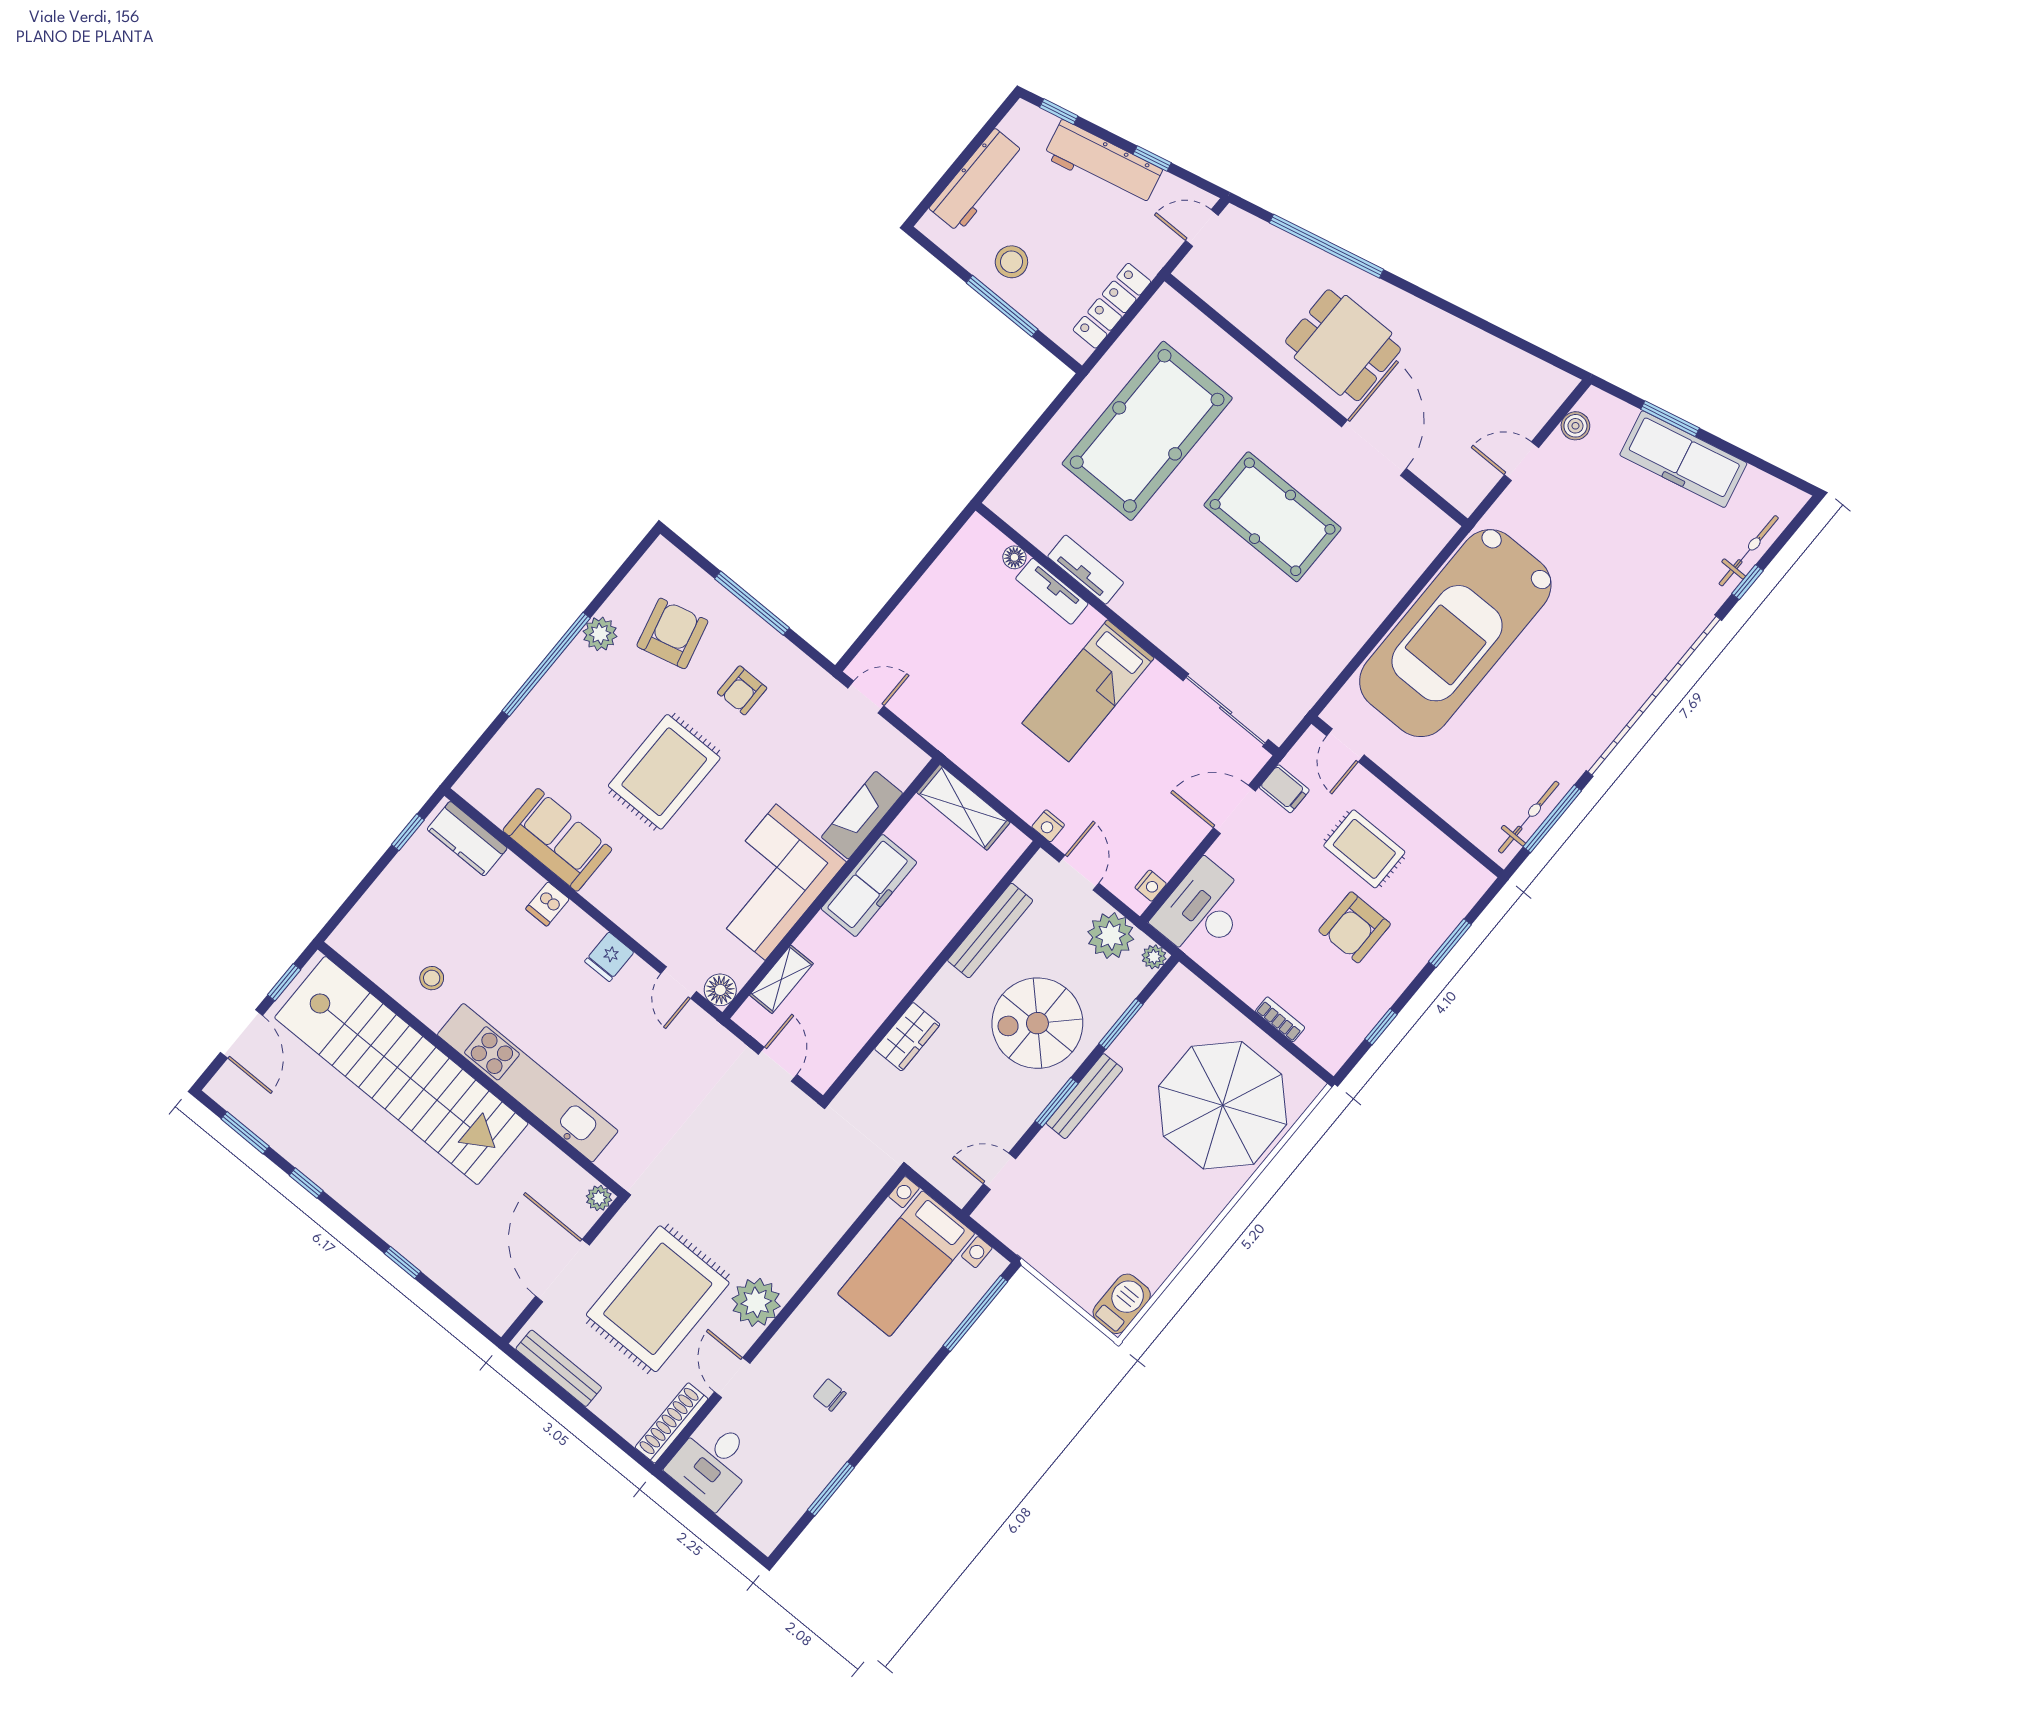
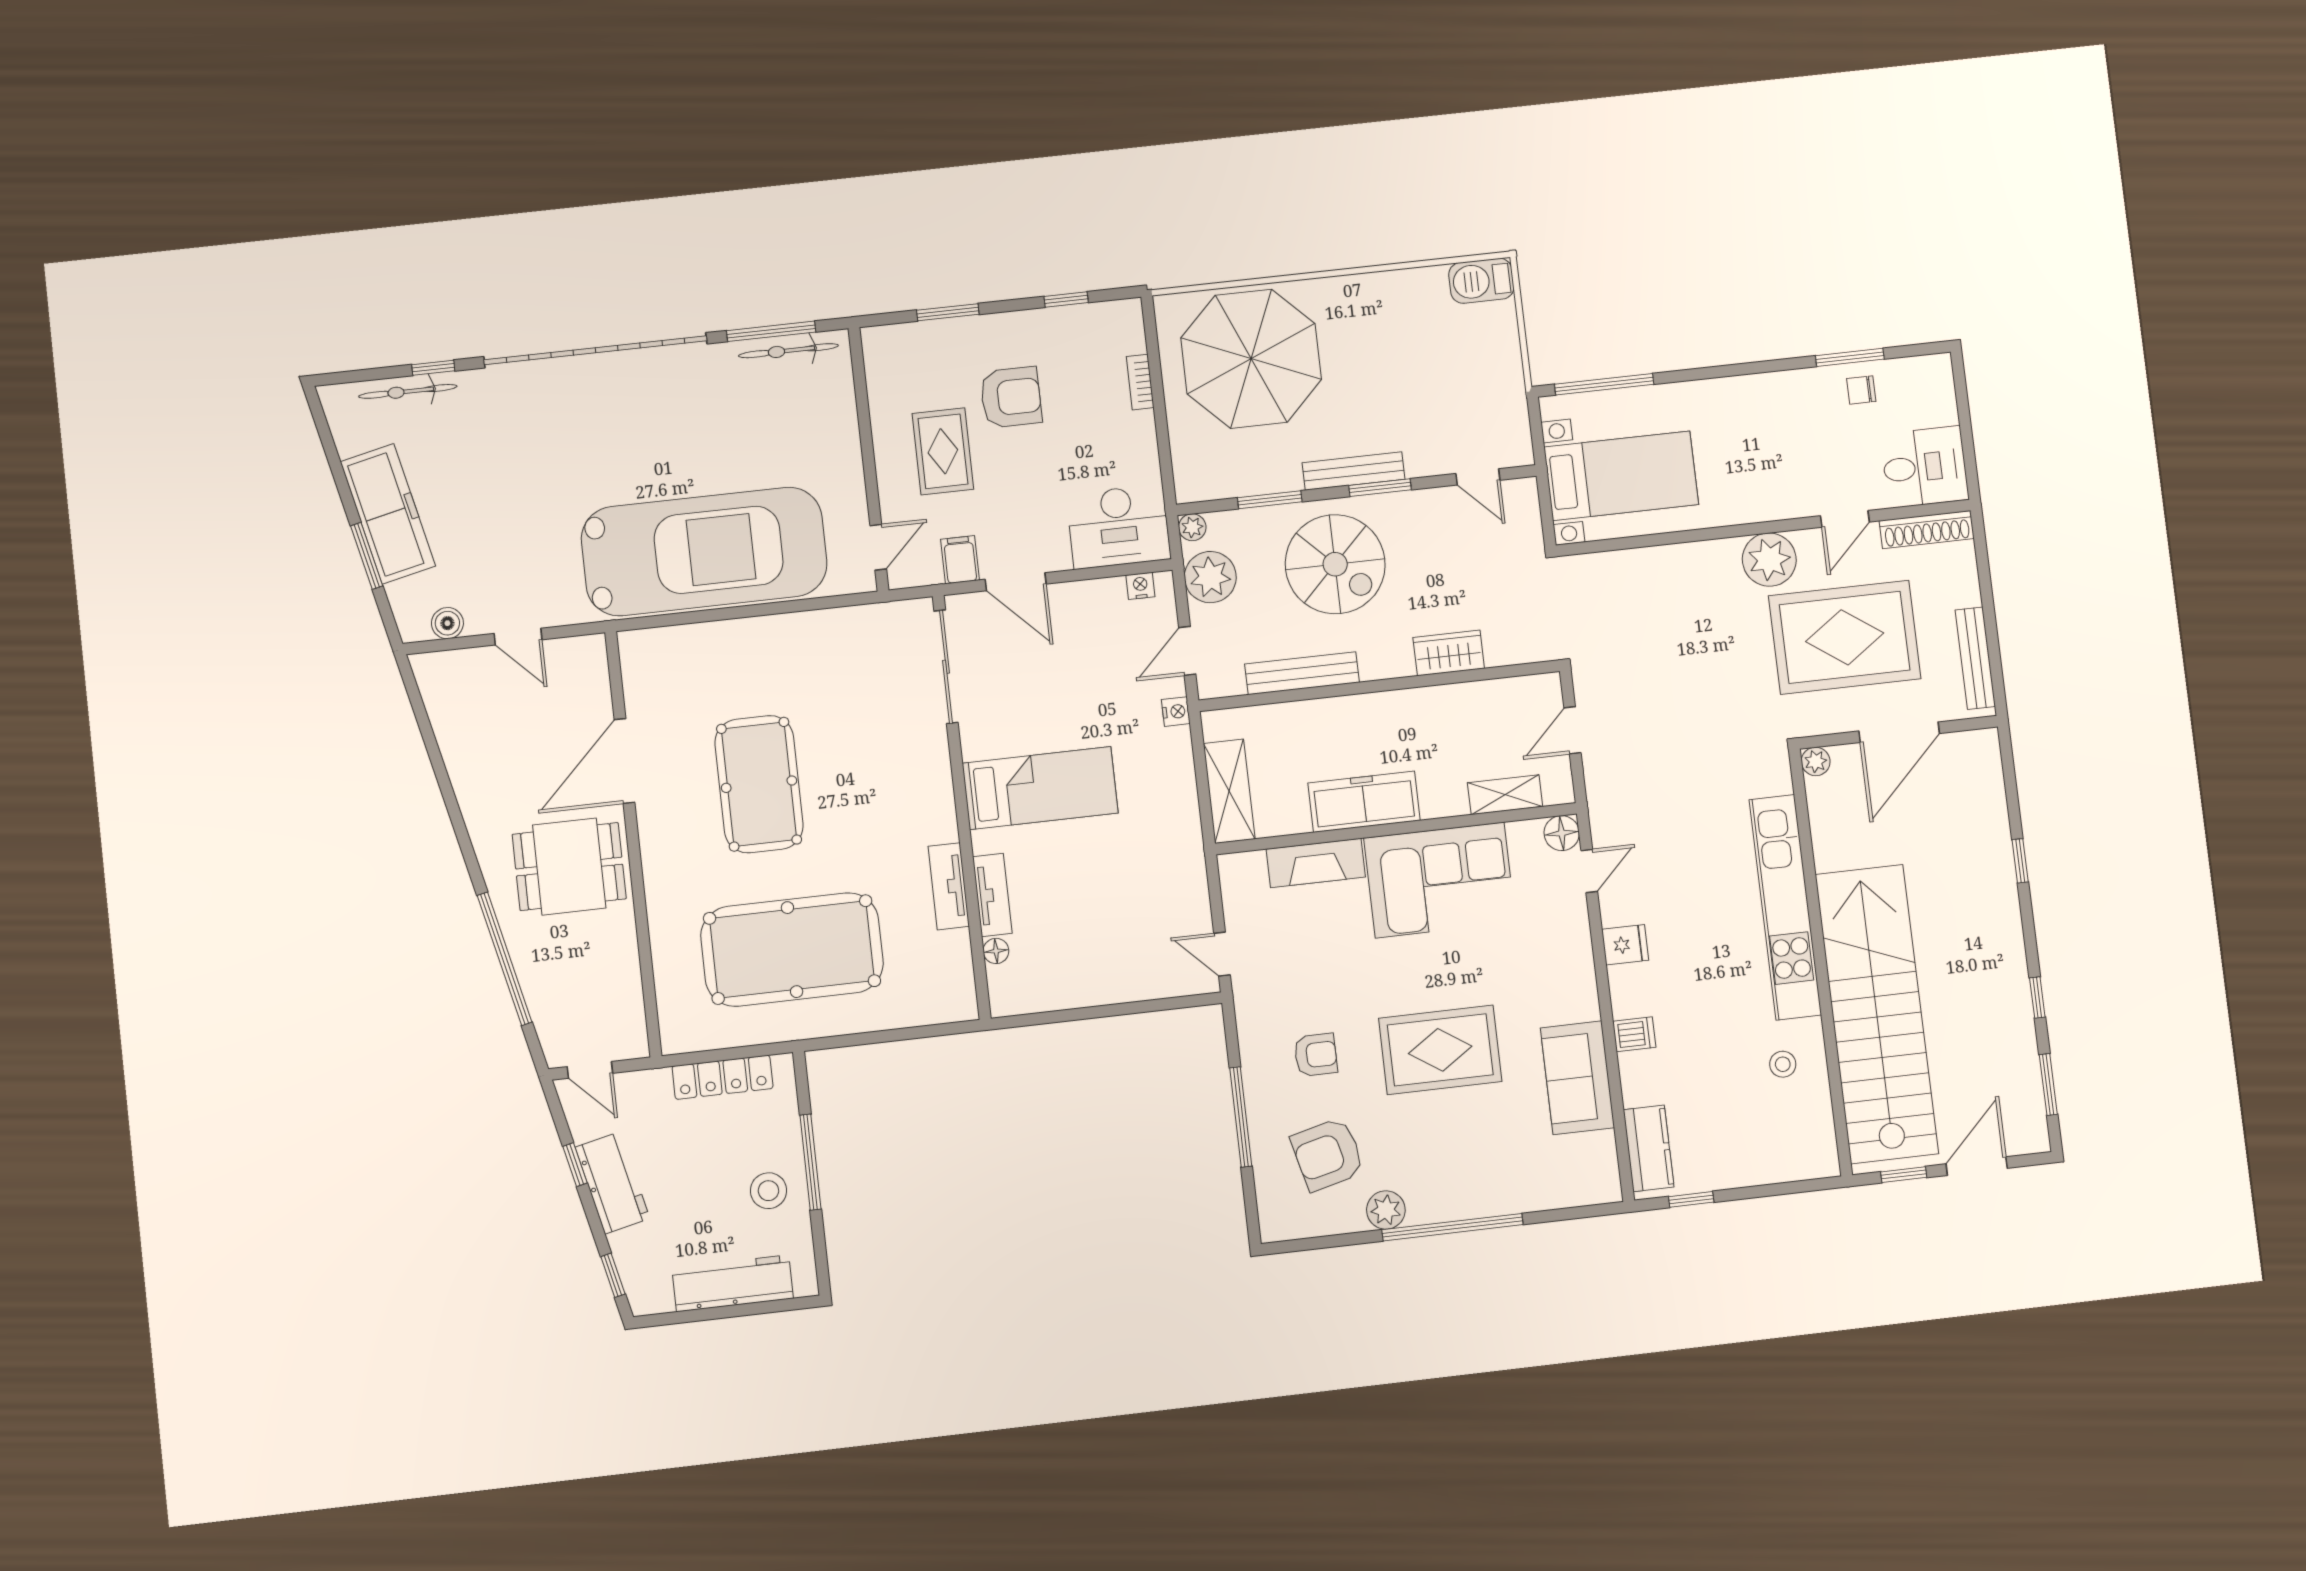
workbench: (1103, 163) -> (612, 1183), width x0.73
dining table: (1343, 345) -> (569, 867), turned 90
chair: (830, 1395) -> (1861, 390), moved, turned 90

